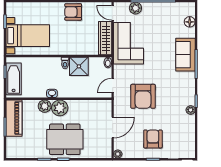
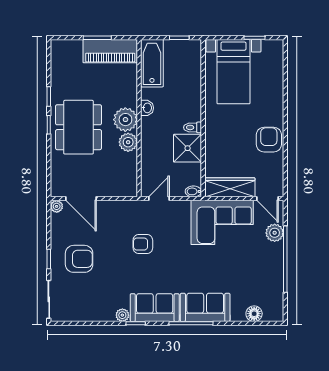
door: (113, 13) -> (268, 199), swing flipped
bathtub: (14, 79) -> (152, 63), moved, turned -90
door: (113, 85) -> (159, 199), hinge flipped
sofa: (186, 88) -> (155, 308), added
armchair: (143, 96) -> (143, 244), width x0.53, depth x0.53
plant: (45, 106) -> (128, 142), moved
door: (113, 127) -> (81, 199), moved

